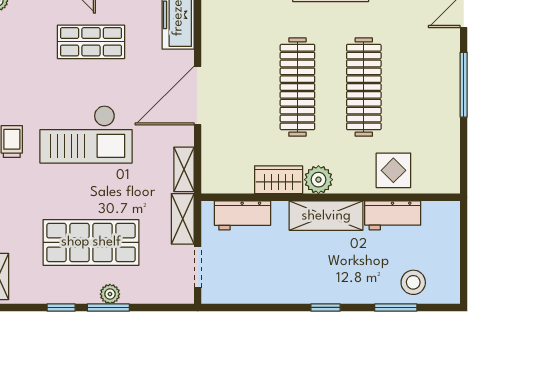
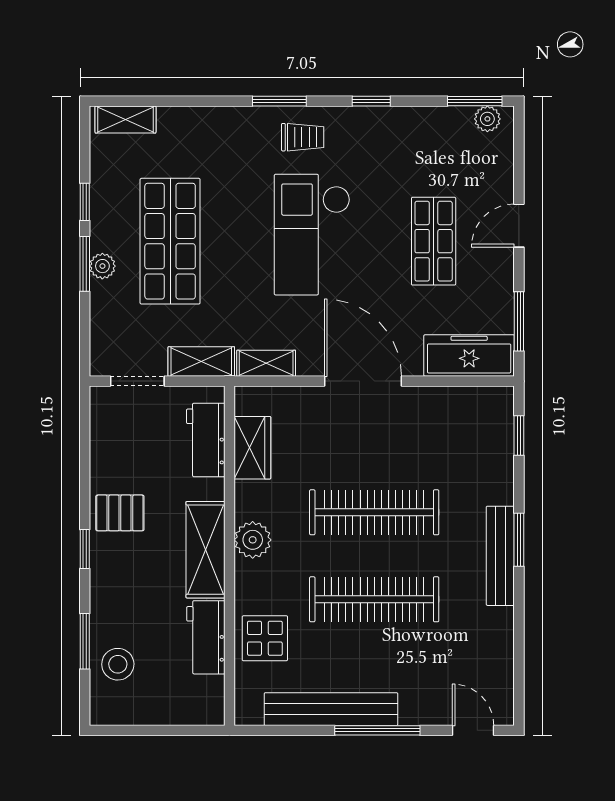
bench: (447, 120) -> (331, 709), added
wardrobe: (279, 180) -> (252, 448), moved
pallet: (298, 281) -> (120, 513), added

